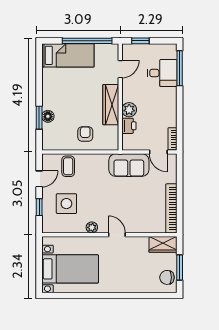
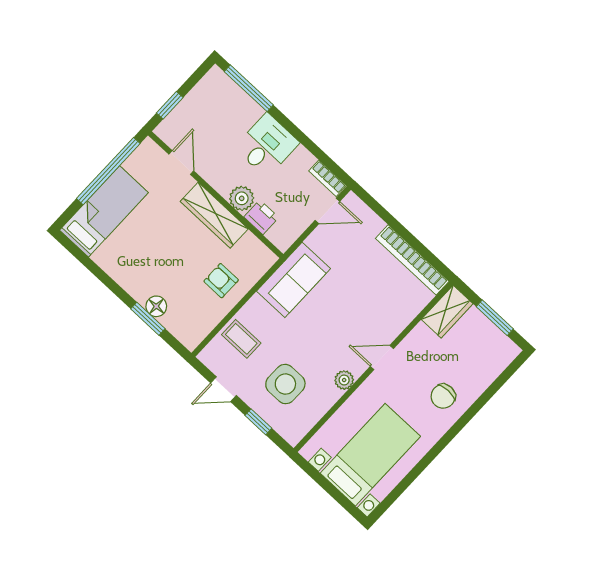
desk: (162, 73) -> (267, 145), moved
sofa: (129, 165) -> (293, 280), moved
door: (39, 179) -> (223, 389), swing flipped
chair: (167, 277) -> (443, 396), moved

